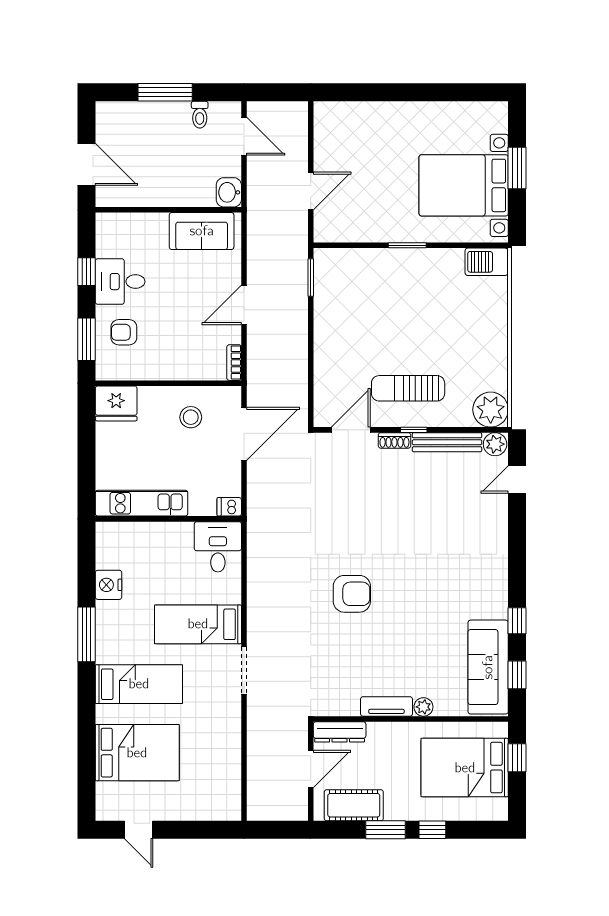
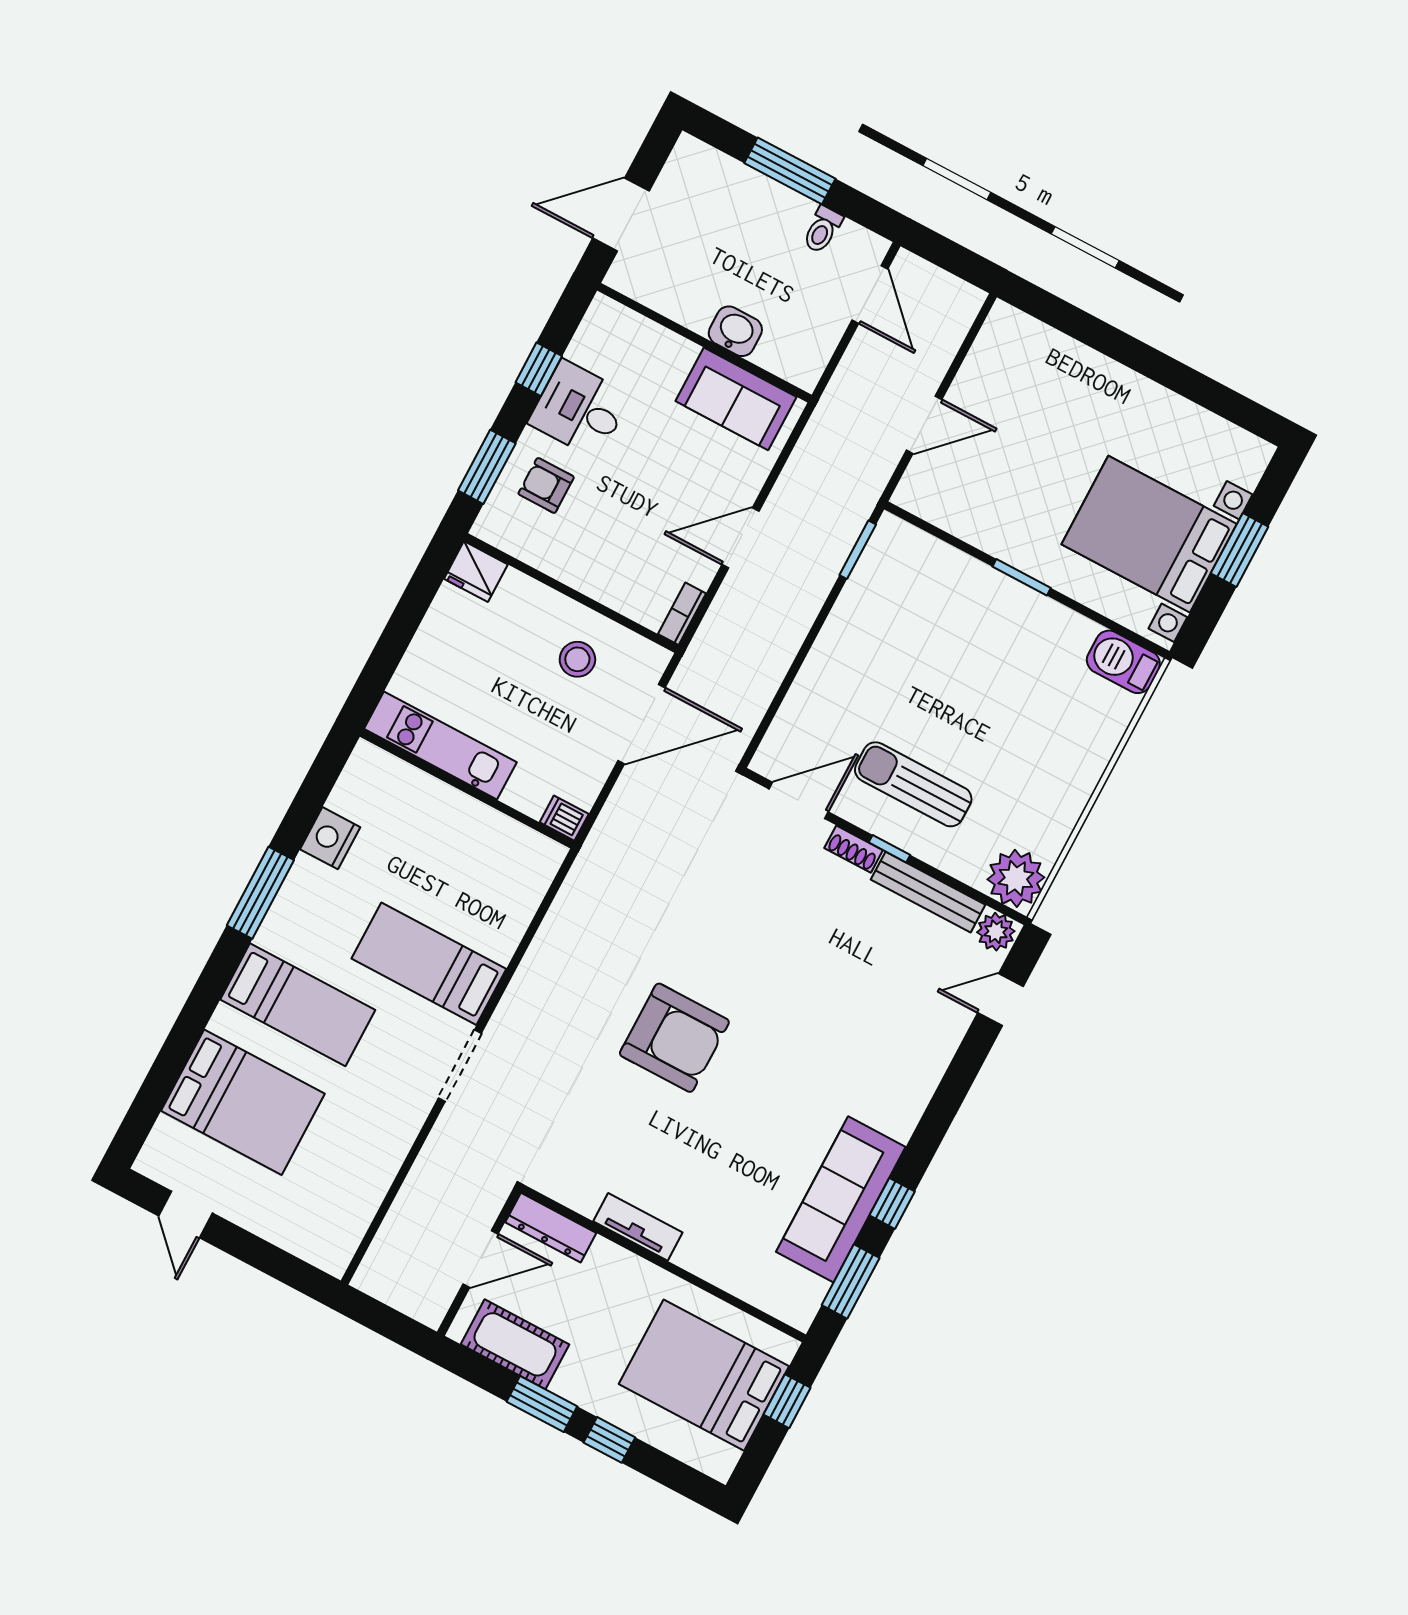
door: (87, 164) -> (621, 215), swing flipped
washbasin: (229, 192) -> (735, 331), moved, turned 90
fridge: (116, 403) -> (476, 572), width x0.73, depth x0.75
desk: (218, 547) -> (517, 867), removed
armchair: (352, 594) -> (674, 1038), width x1.36, depth x1.36
sofa: (488, 667) -> (841, 1199), moved
window: (517, 675) -> (851, 1282), width x1.50
plant: (423, 707) -> (691, 1256), removed

